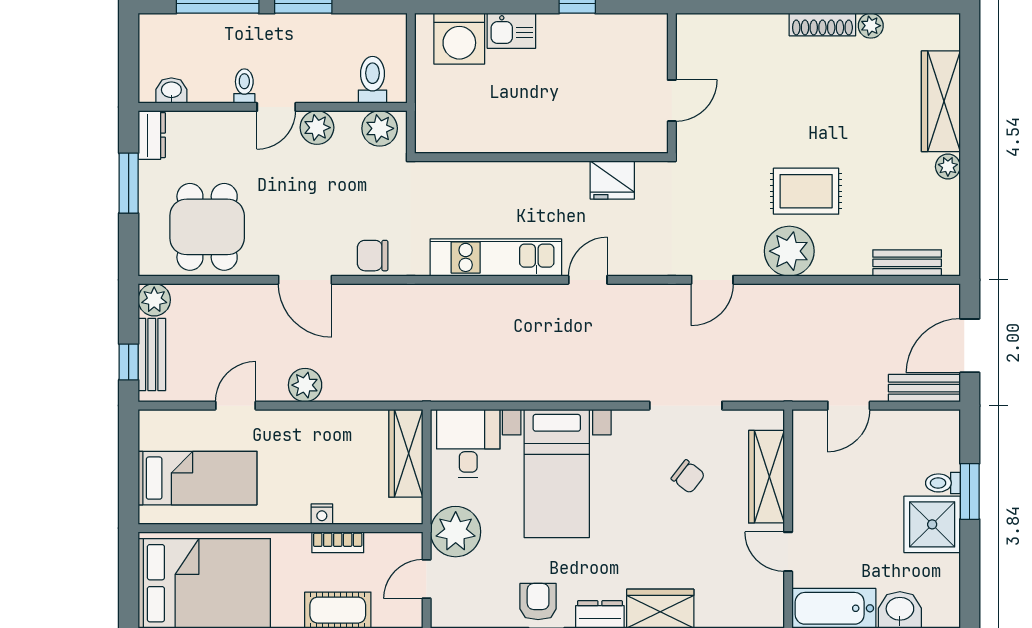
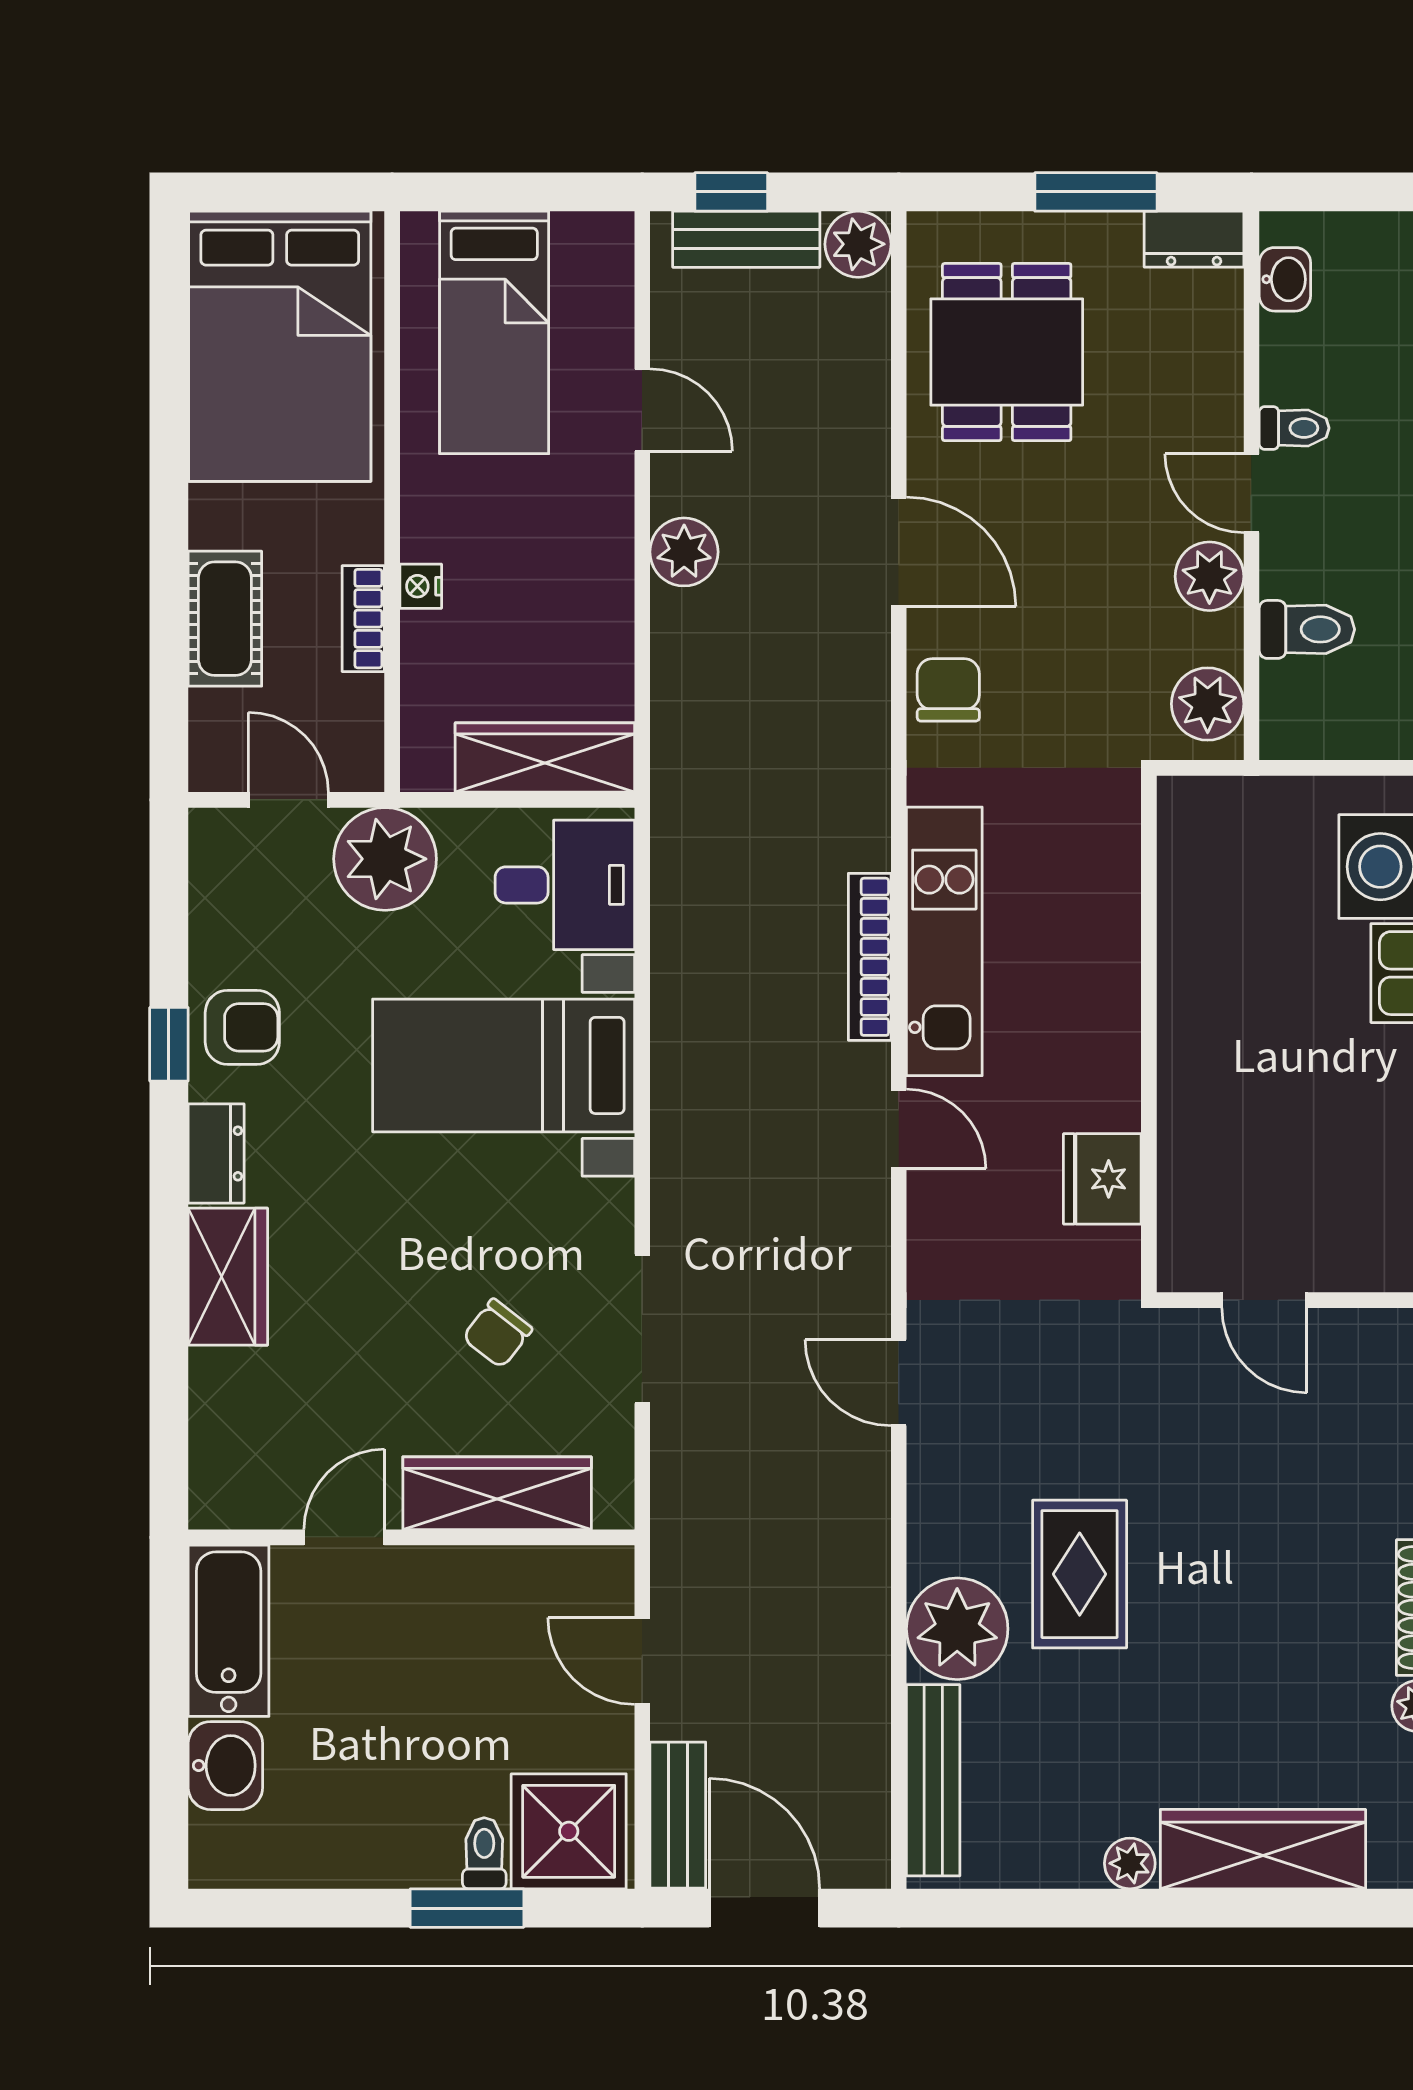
toilet: (373, 80) -> (1307, 629), moved
dining table: (207, 227) -> (1007, 352), turned 90
plant: (789, 251) -> (957, 1629), moved
bench: (907, 263) -> (933, 1780), width x1.36
door: (305, 280) -> (899, 552), swing flipped
bookcase: (504, 294) -> (870, 957), added
shower: (932, 524) -> (569, 1831), moved

